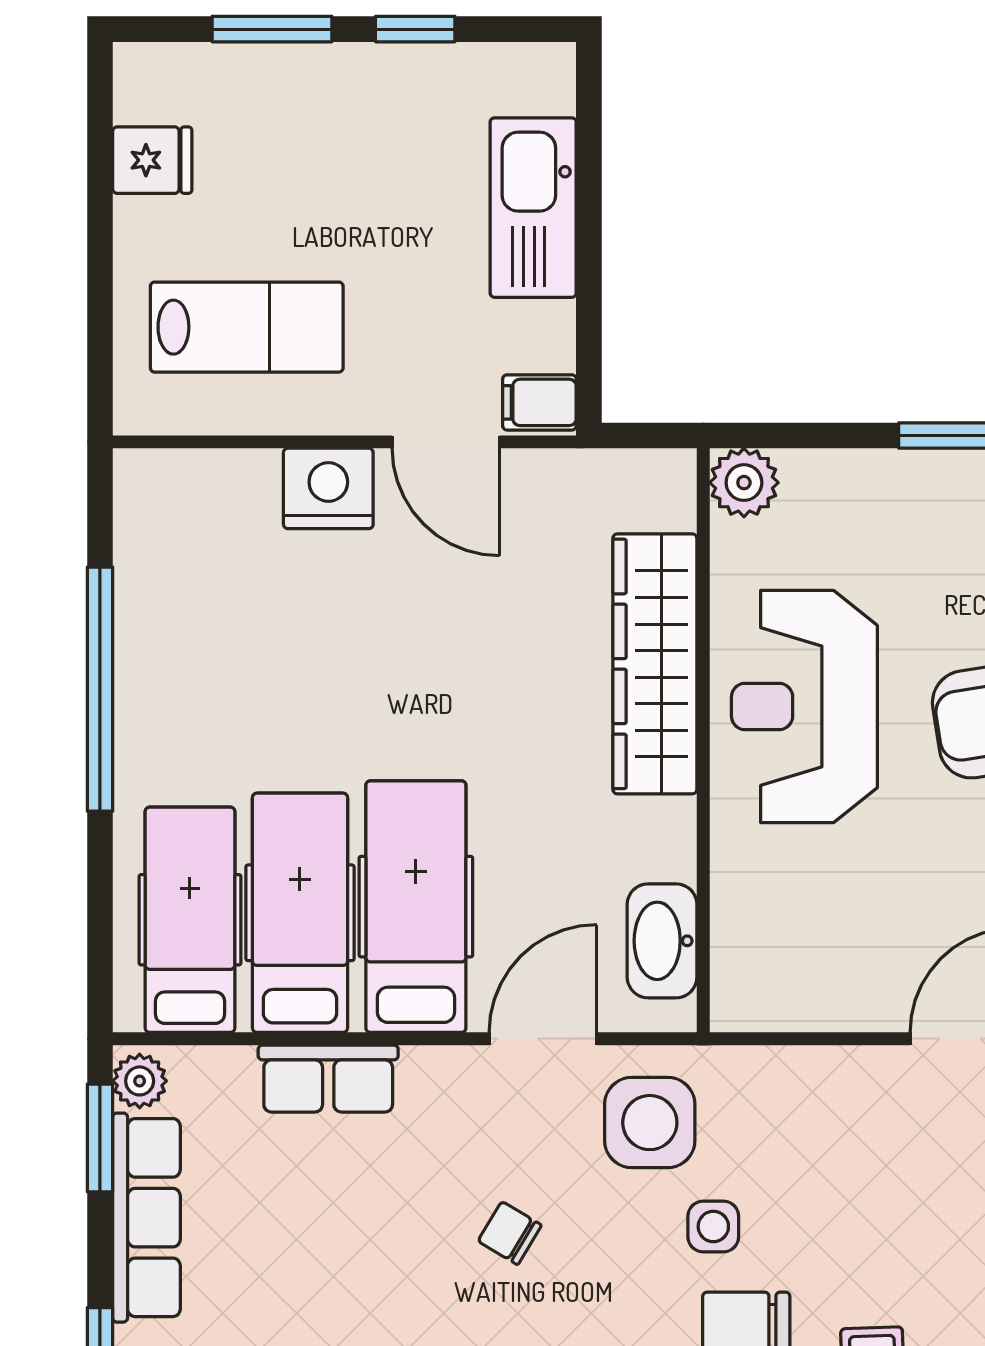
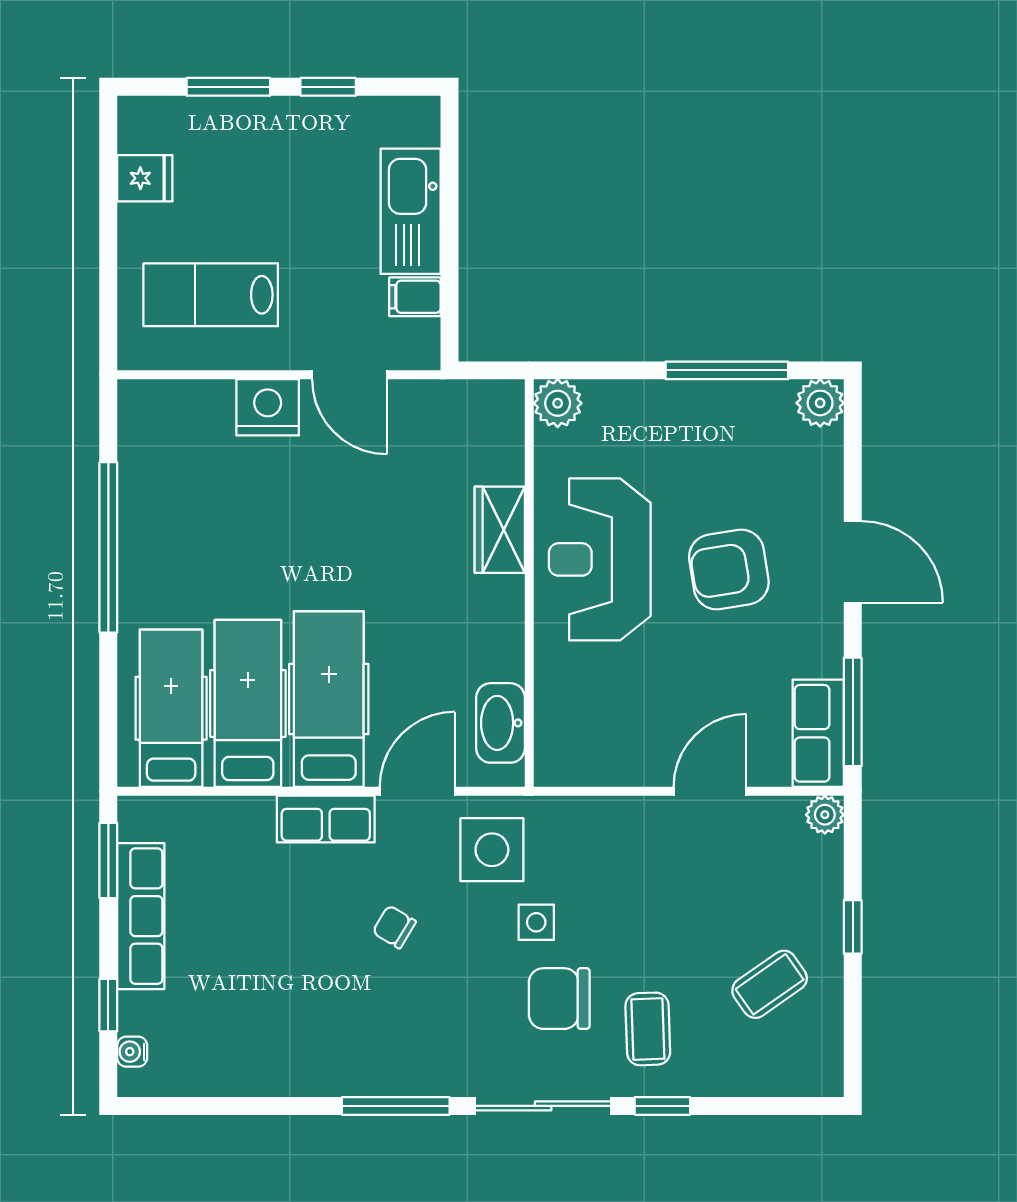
lab bench: (247, 327) -> (211, 295), turned 180
filing cabinet: (539, 402) -> (415, 297), moved
wardrobe: (655, 664) -> (500, 530), width x0.48, depth x0.85
row of seats: (328, 1079) -> (326, 819), moved
plant: (140, 1081) -> (136, 821), removed

